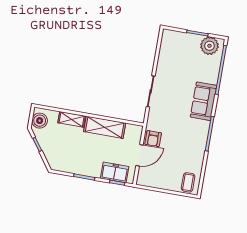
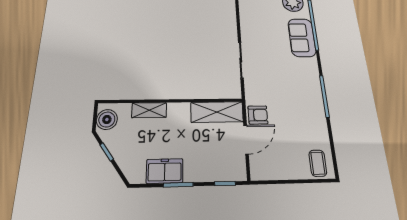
sofa: (204, 101) -> (302, 38), moved
shelving: (105, 127) -> (217, 112), moved
armchair: (153, 139) -> (258, 115), turned -90
freezer: (115, 172) -> (165, 171), moved

